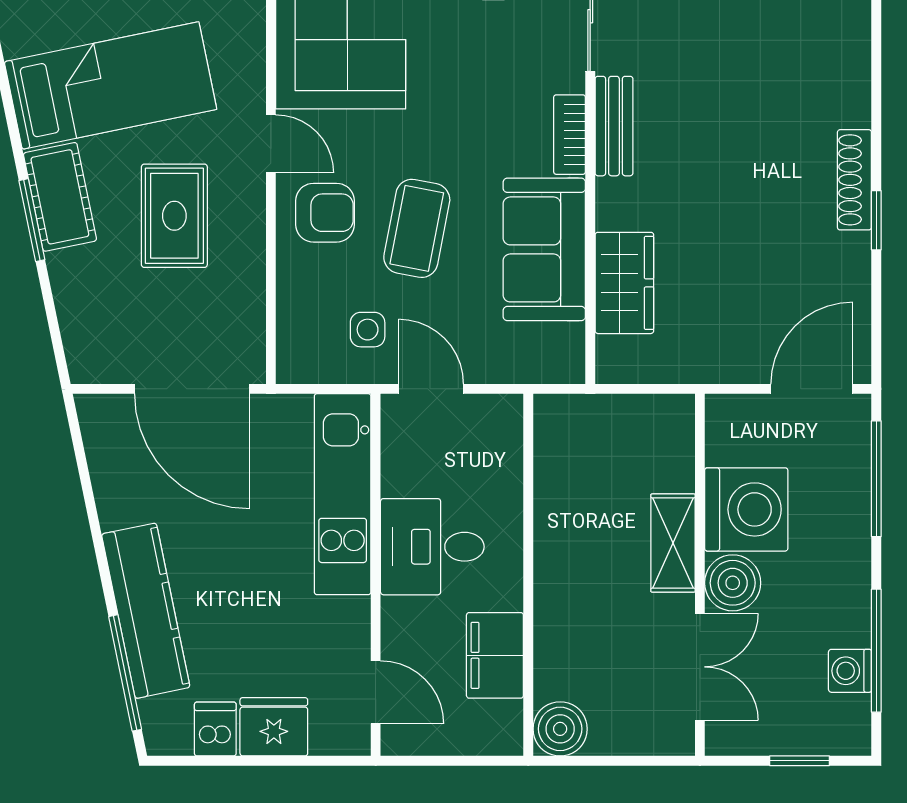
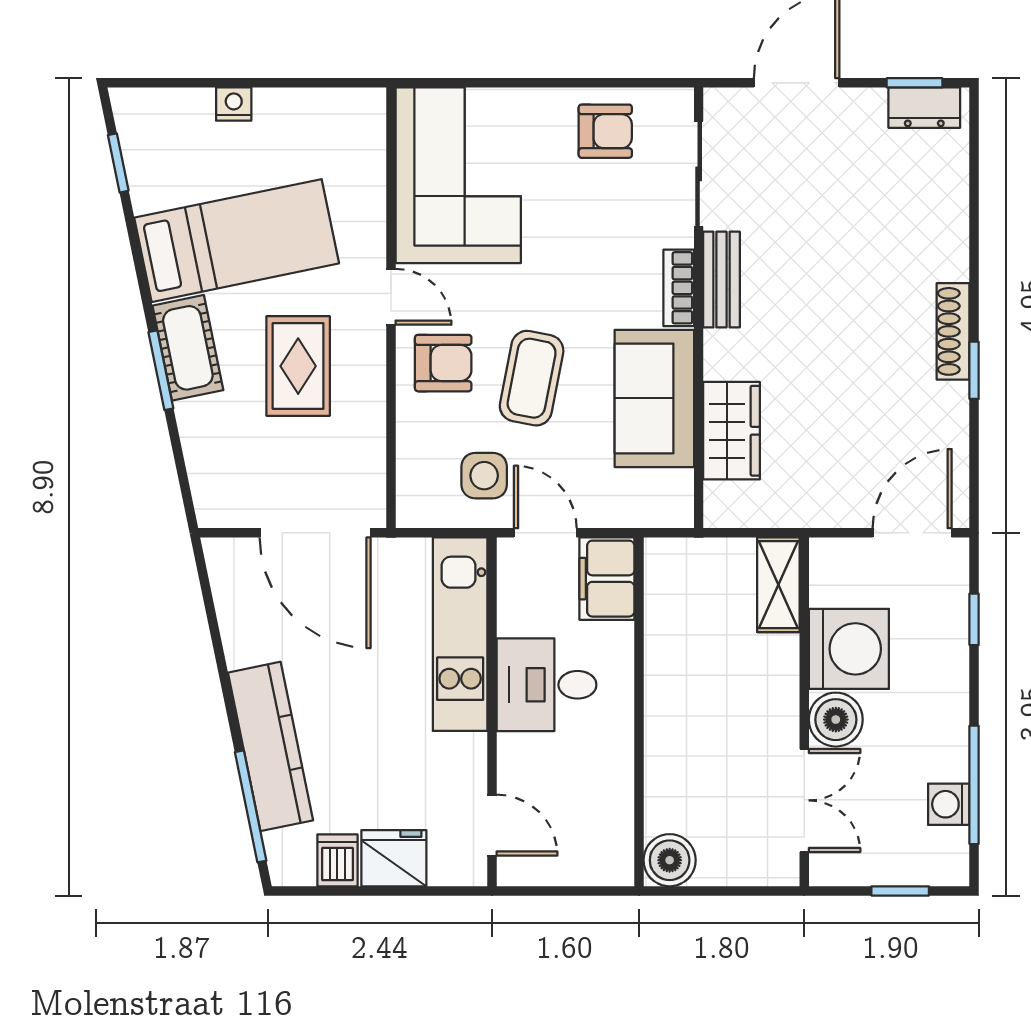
side table: (368, 330) -> (484, 476), width x1.37, depth x1.37
window: (876, 479) -> (974, 619), width x0.46
shelving: (673, 543) -> (778, 585), moved
filing cabinet: (495, 655) -> (607, 579), moved

